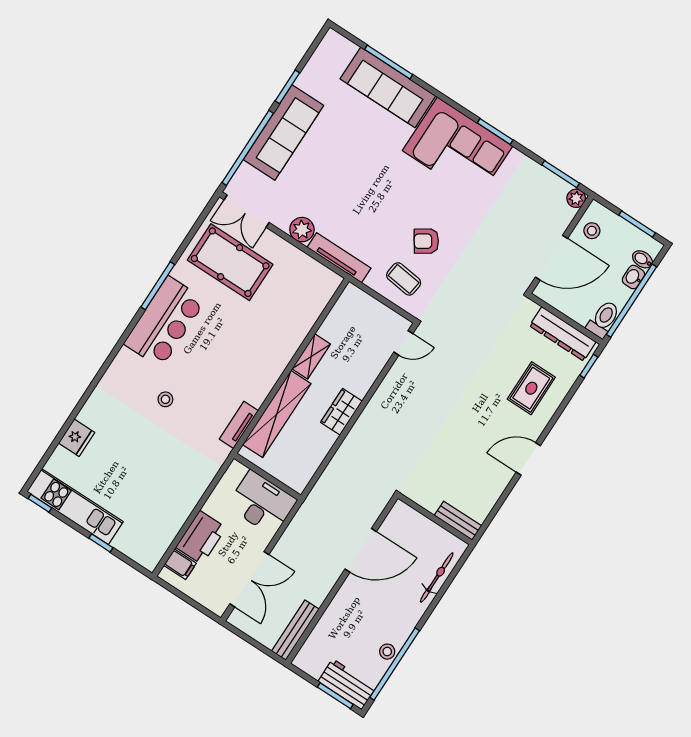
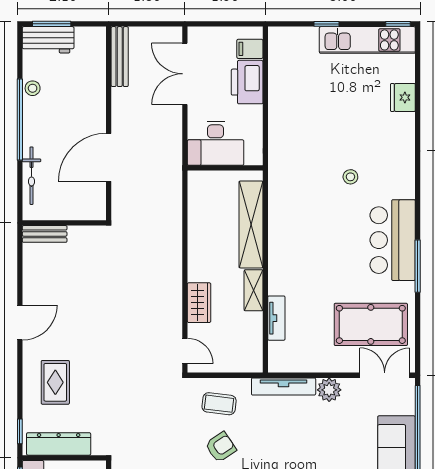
door: (403, 343) -> (185, 351), swing flipped
wardrobe: (341, 412) -> (199, 303), moved
tv unit: (239, 425) -> (276, 318), moved
window: (395, 664) -> (20, 120), moved

